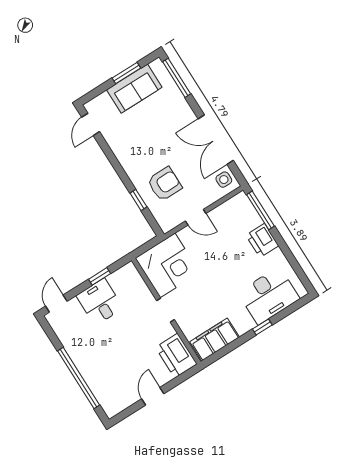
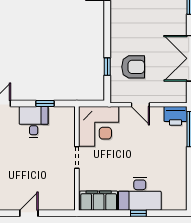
side table: (224, 180) -> (178, 91), removed
printer: (262, 240) -> (175, 116), moved, turned -90
desk: (269, 296) -> (140, 194), moved
printer: (176, 356) -> (64, 195), removed

